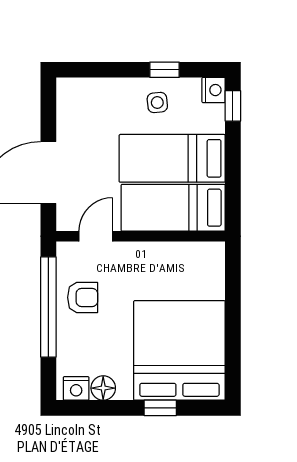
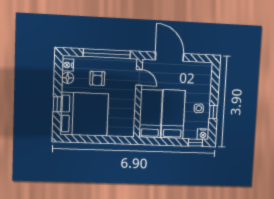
armchair: (83, 297) -> (97, 78), moved

